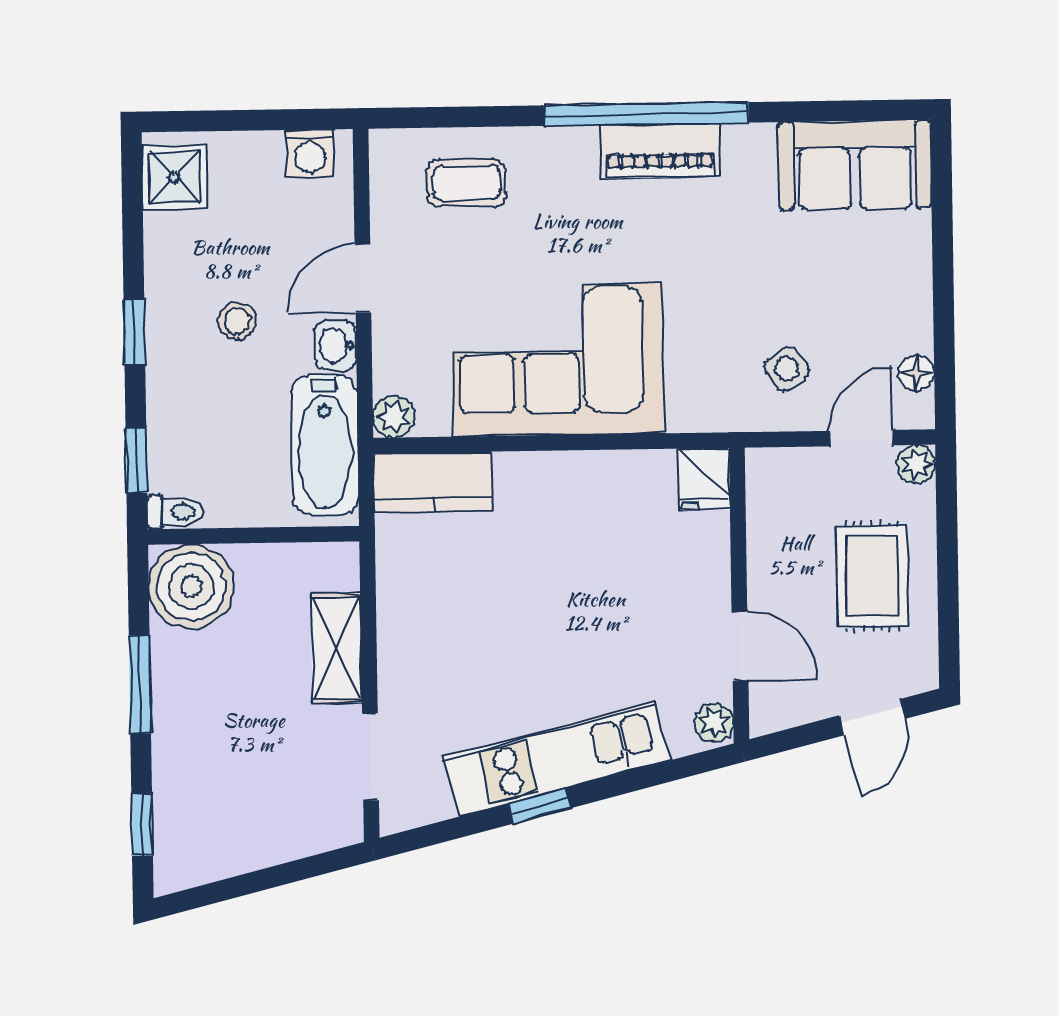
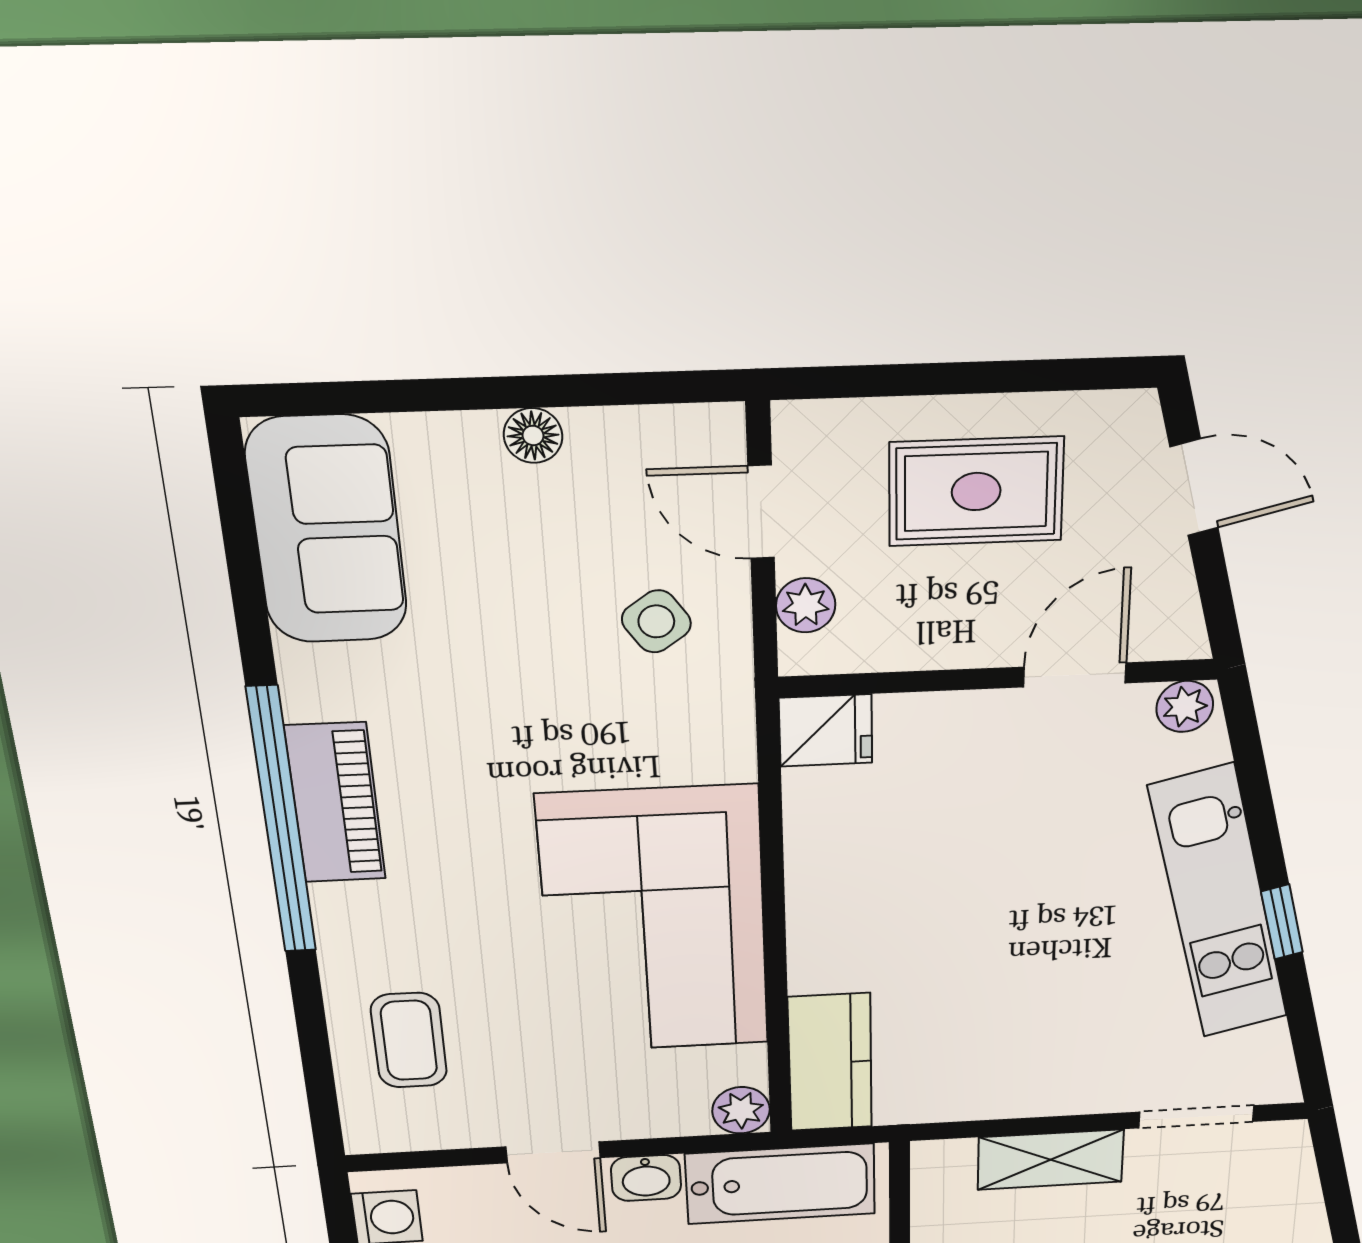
floor lamp: (916, 373) -> (533, 436), moved
plant: (916, 464) -> (806, 605), moved

